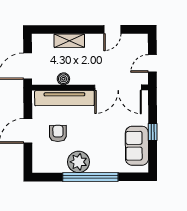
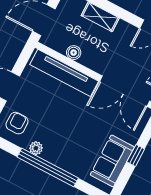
armchair: (58, 133) -> (17, 123), moved
plant: (79, 162) -> (36, 148), width x0.53, depth x0.53

